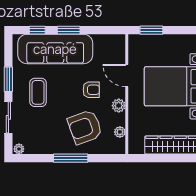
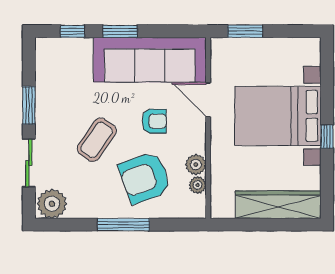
sofa: (55, 49) -> (150, 60), moved
coffee table: (38, 92) -> (97, 140), moved, turned 35
plant: (119, 106) -> (196, 165), moved
plant: (19, 149) -> (52, 204), width x1.88, depth x1.88

